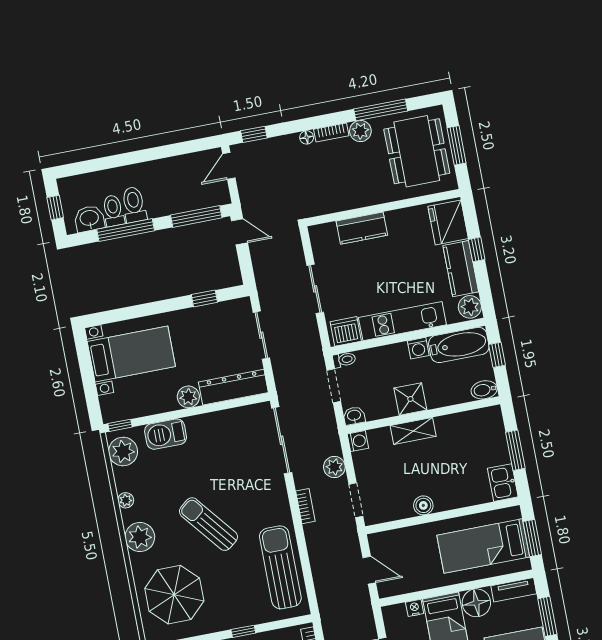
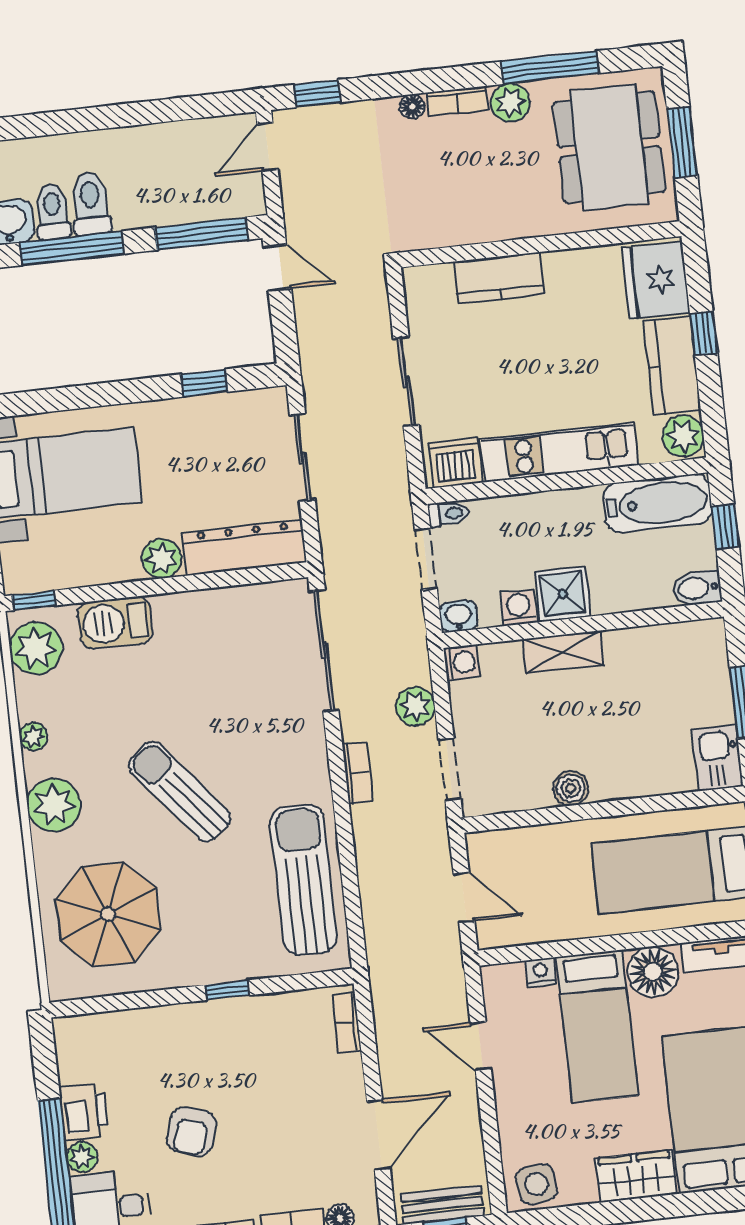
washing machine: (418, 348) -> (518, 608), moved, turned 180

